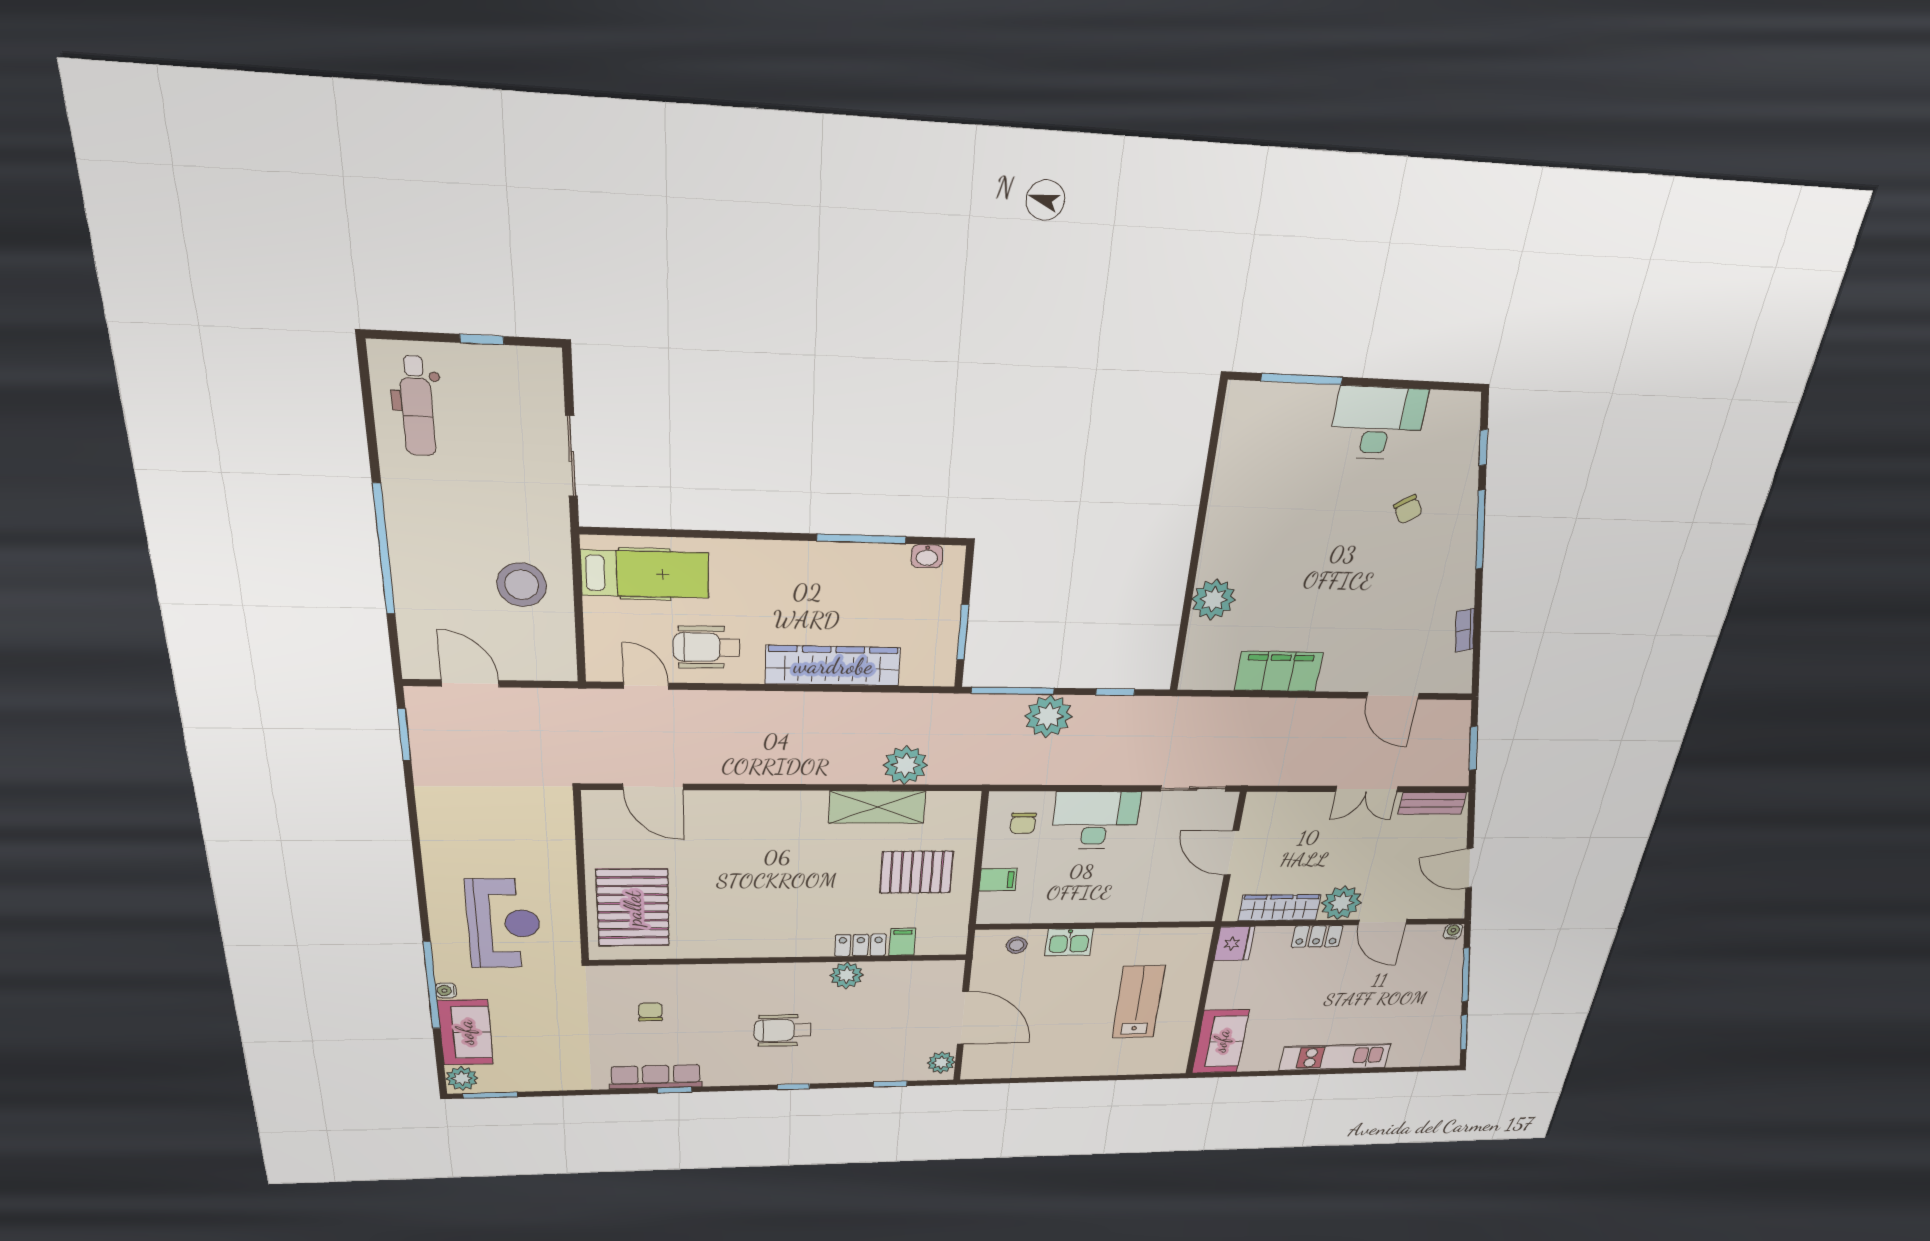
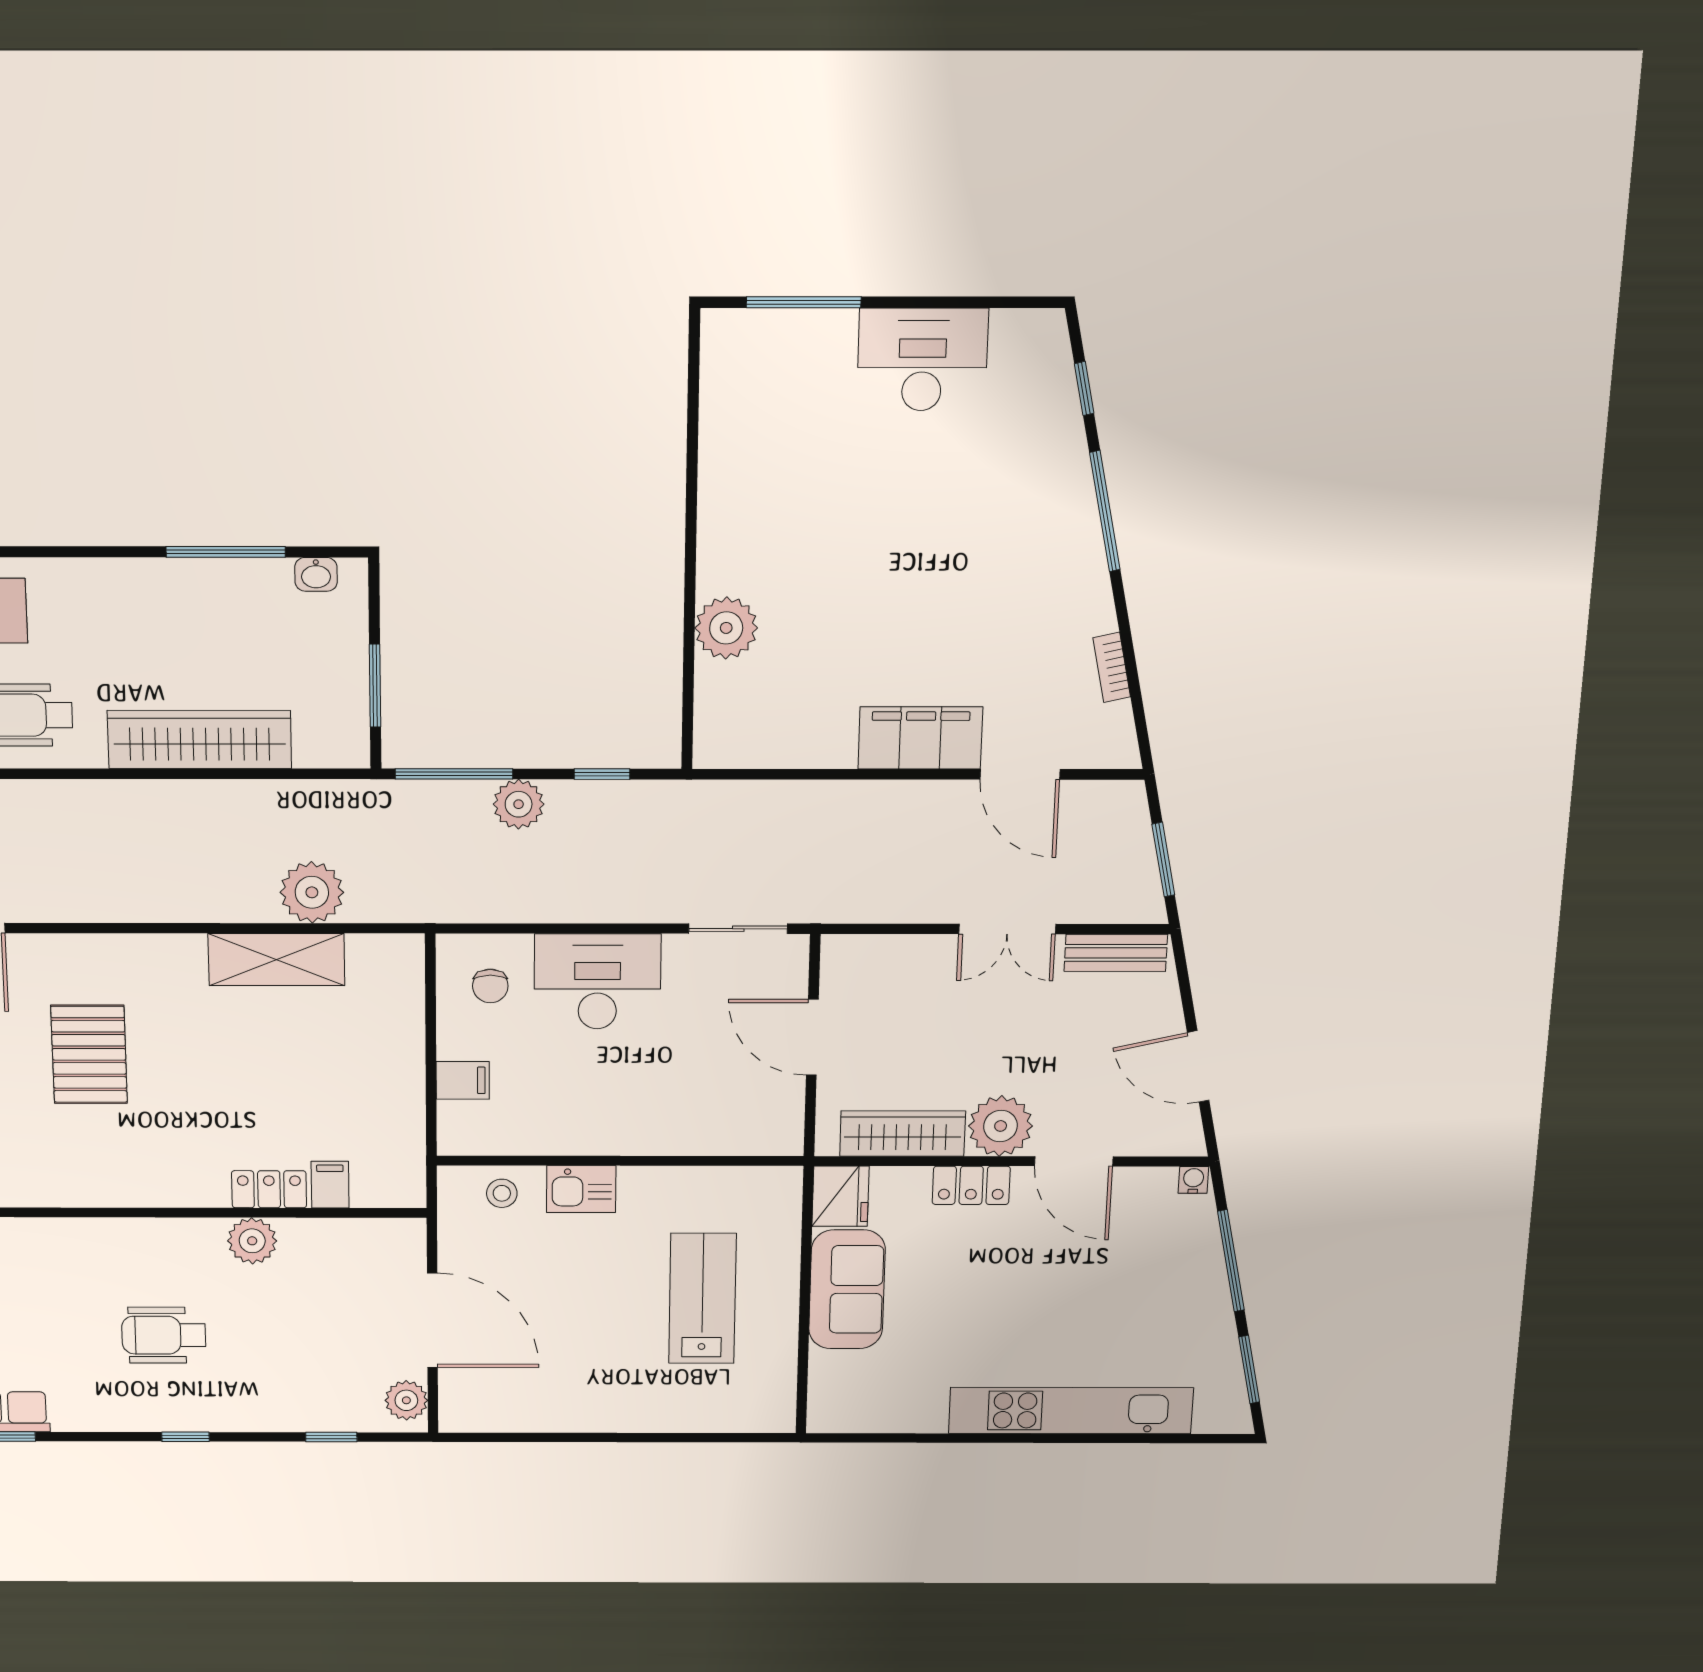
chair: (1408, 509) -> (990, 484), removed
filing cabinet: (1279, 671) -> (920, 738), moved
plant: (1048, 716) -> (519, 804), width x0.73, depth x0.73
pallet: (917, 872) -> (89, 1054), moved, turned 90
sofa: (1221, 1041) -> (847, 1289), moved
kitchen unit: (1335, 1057) -> (1071, 1411), width x1.36

